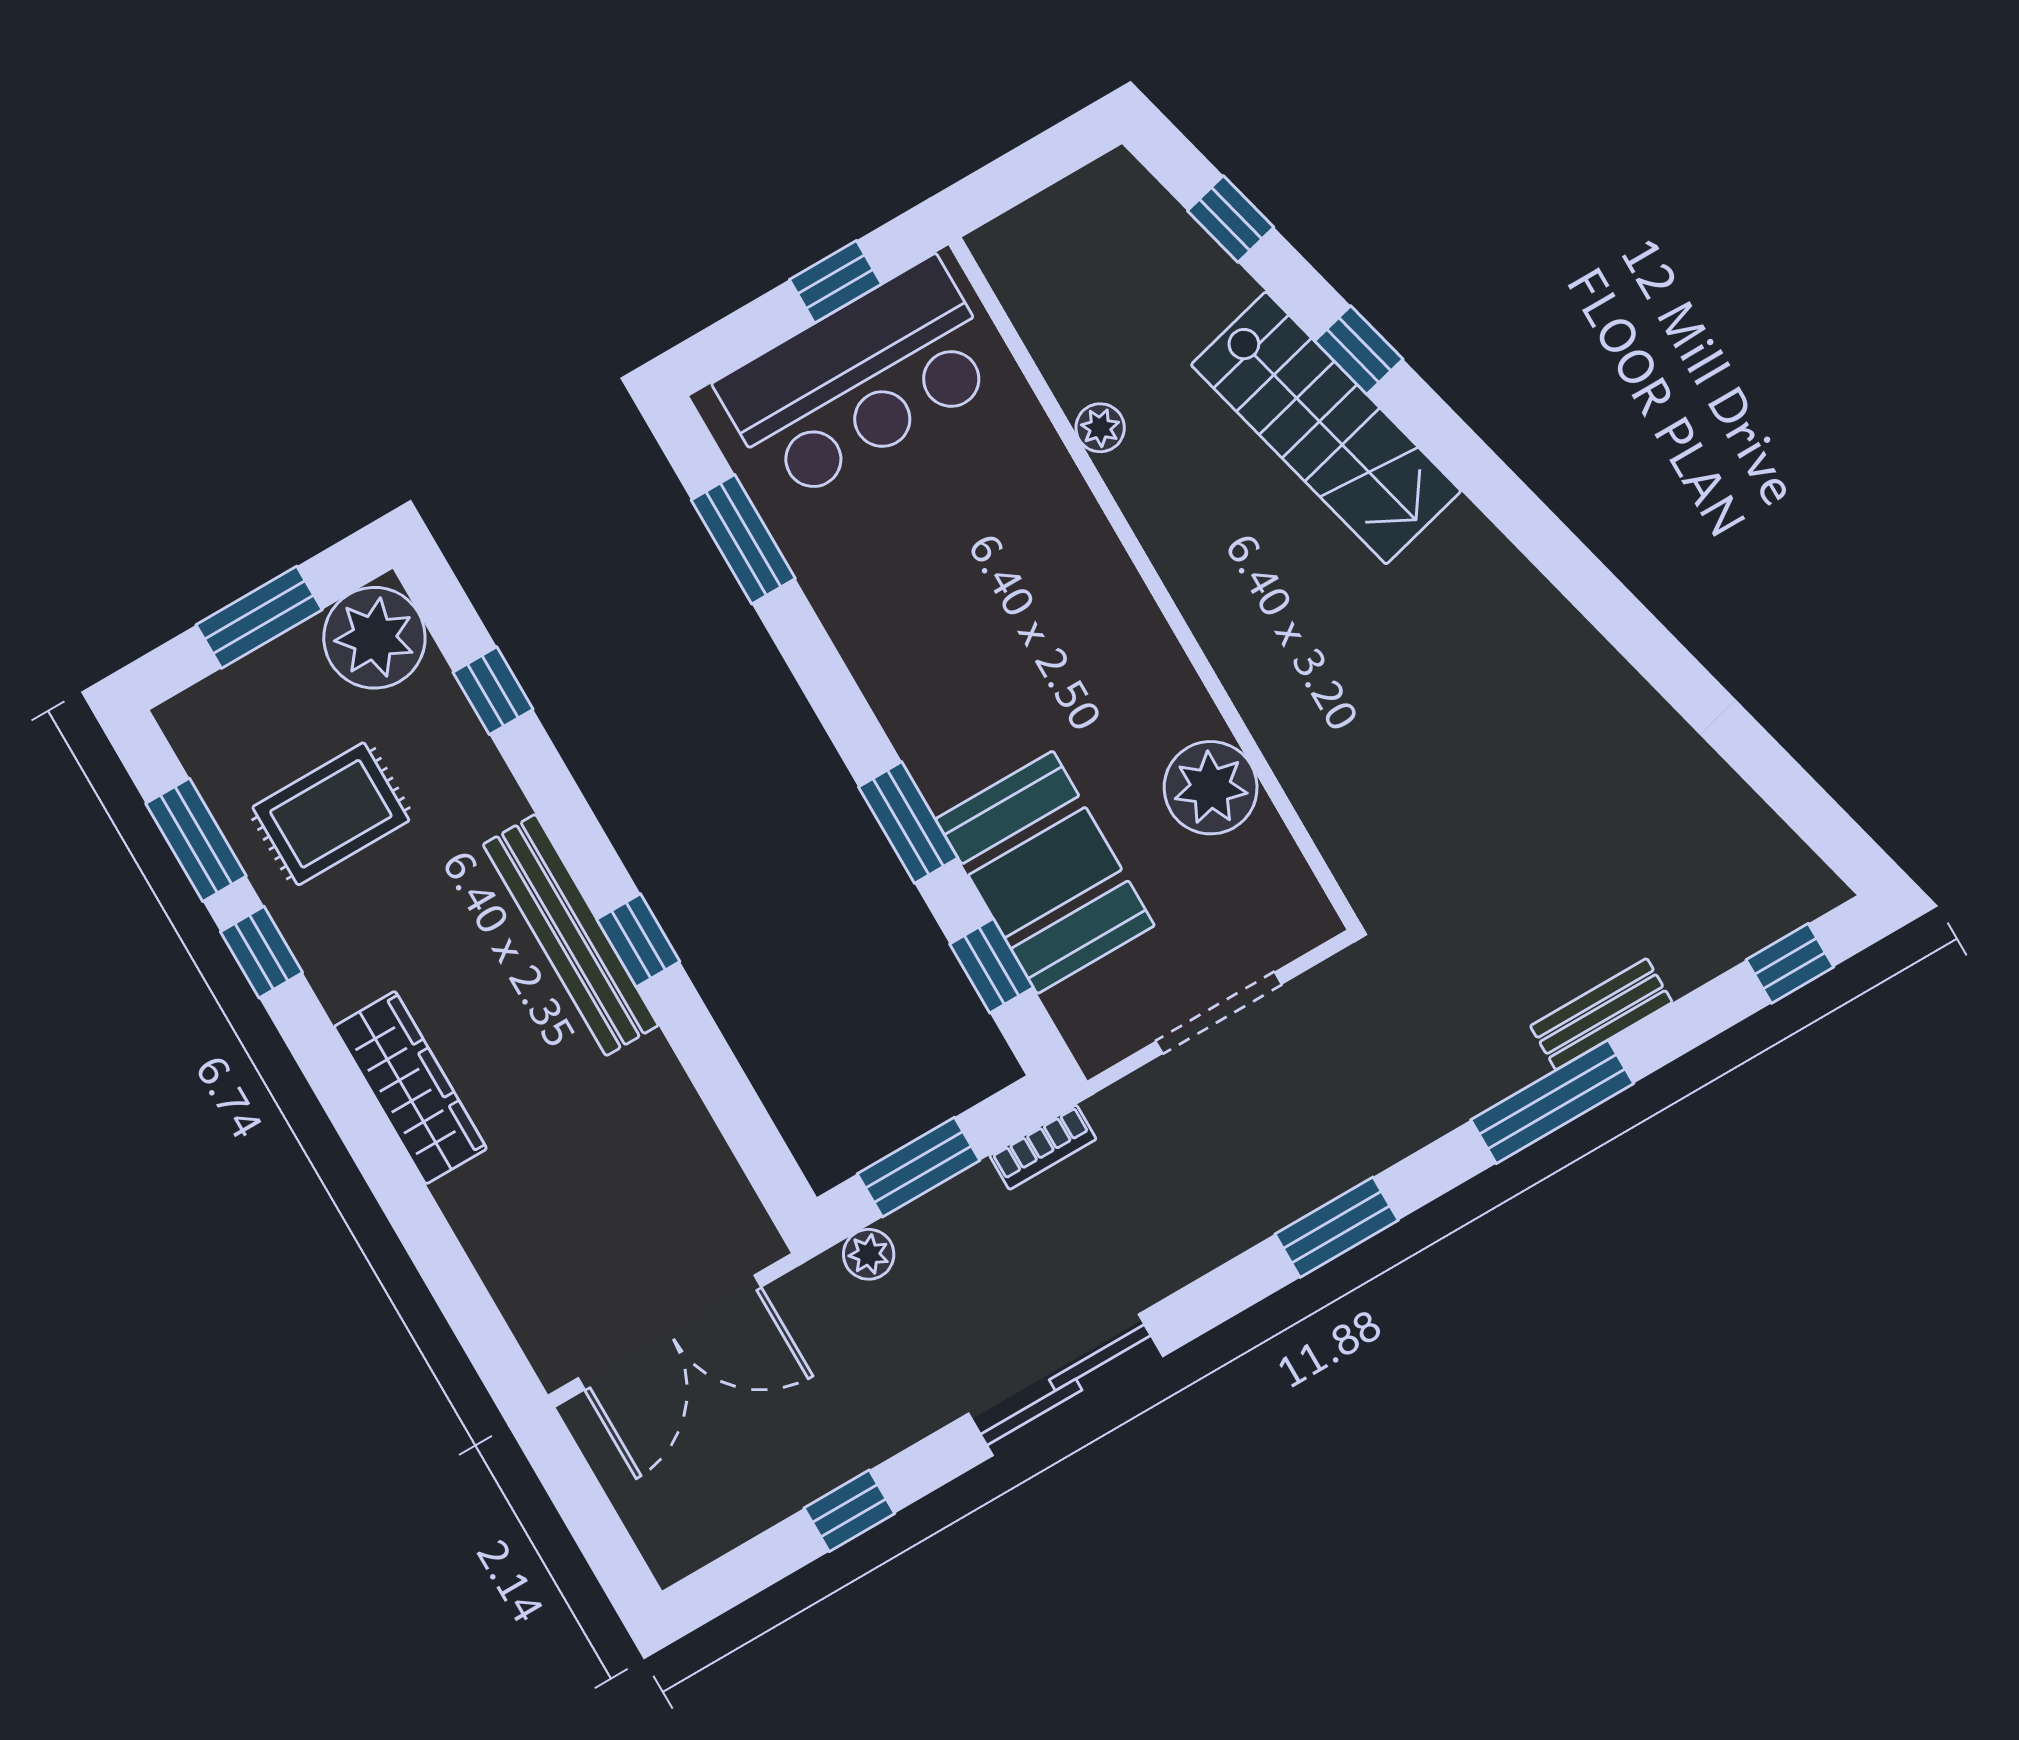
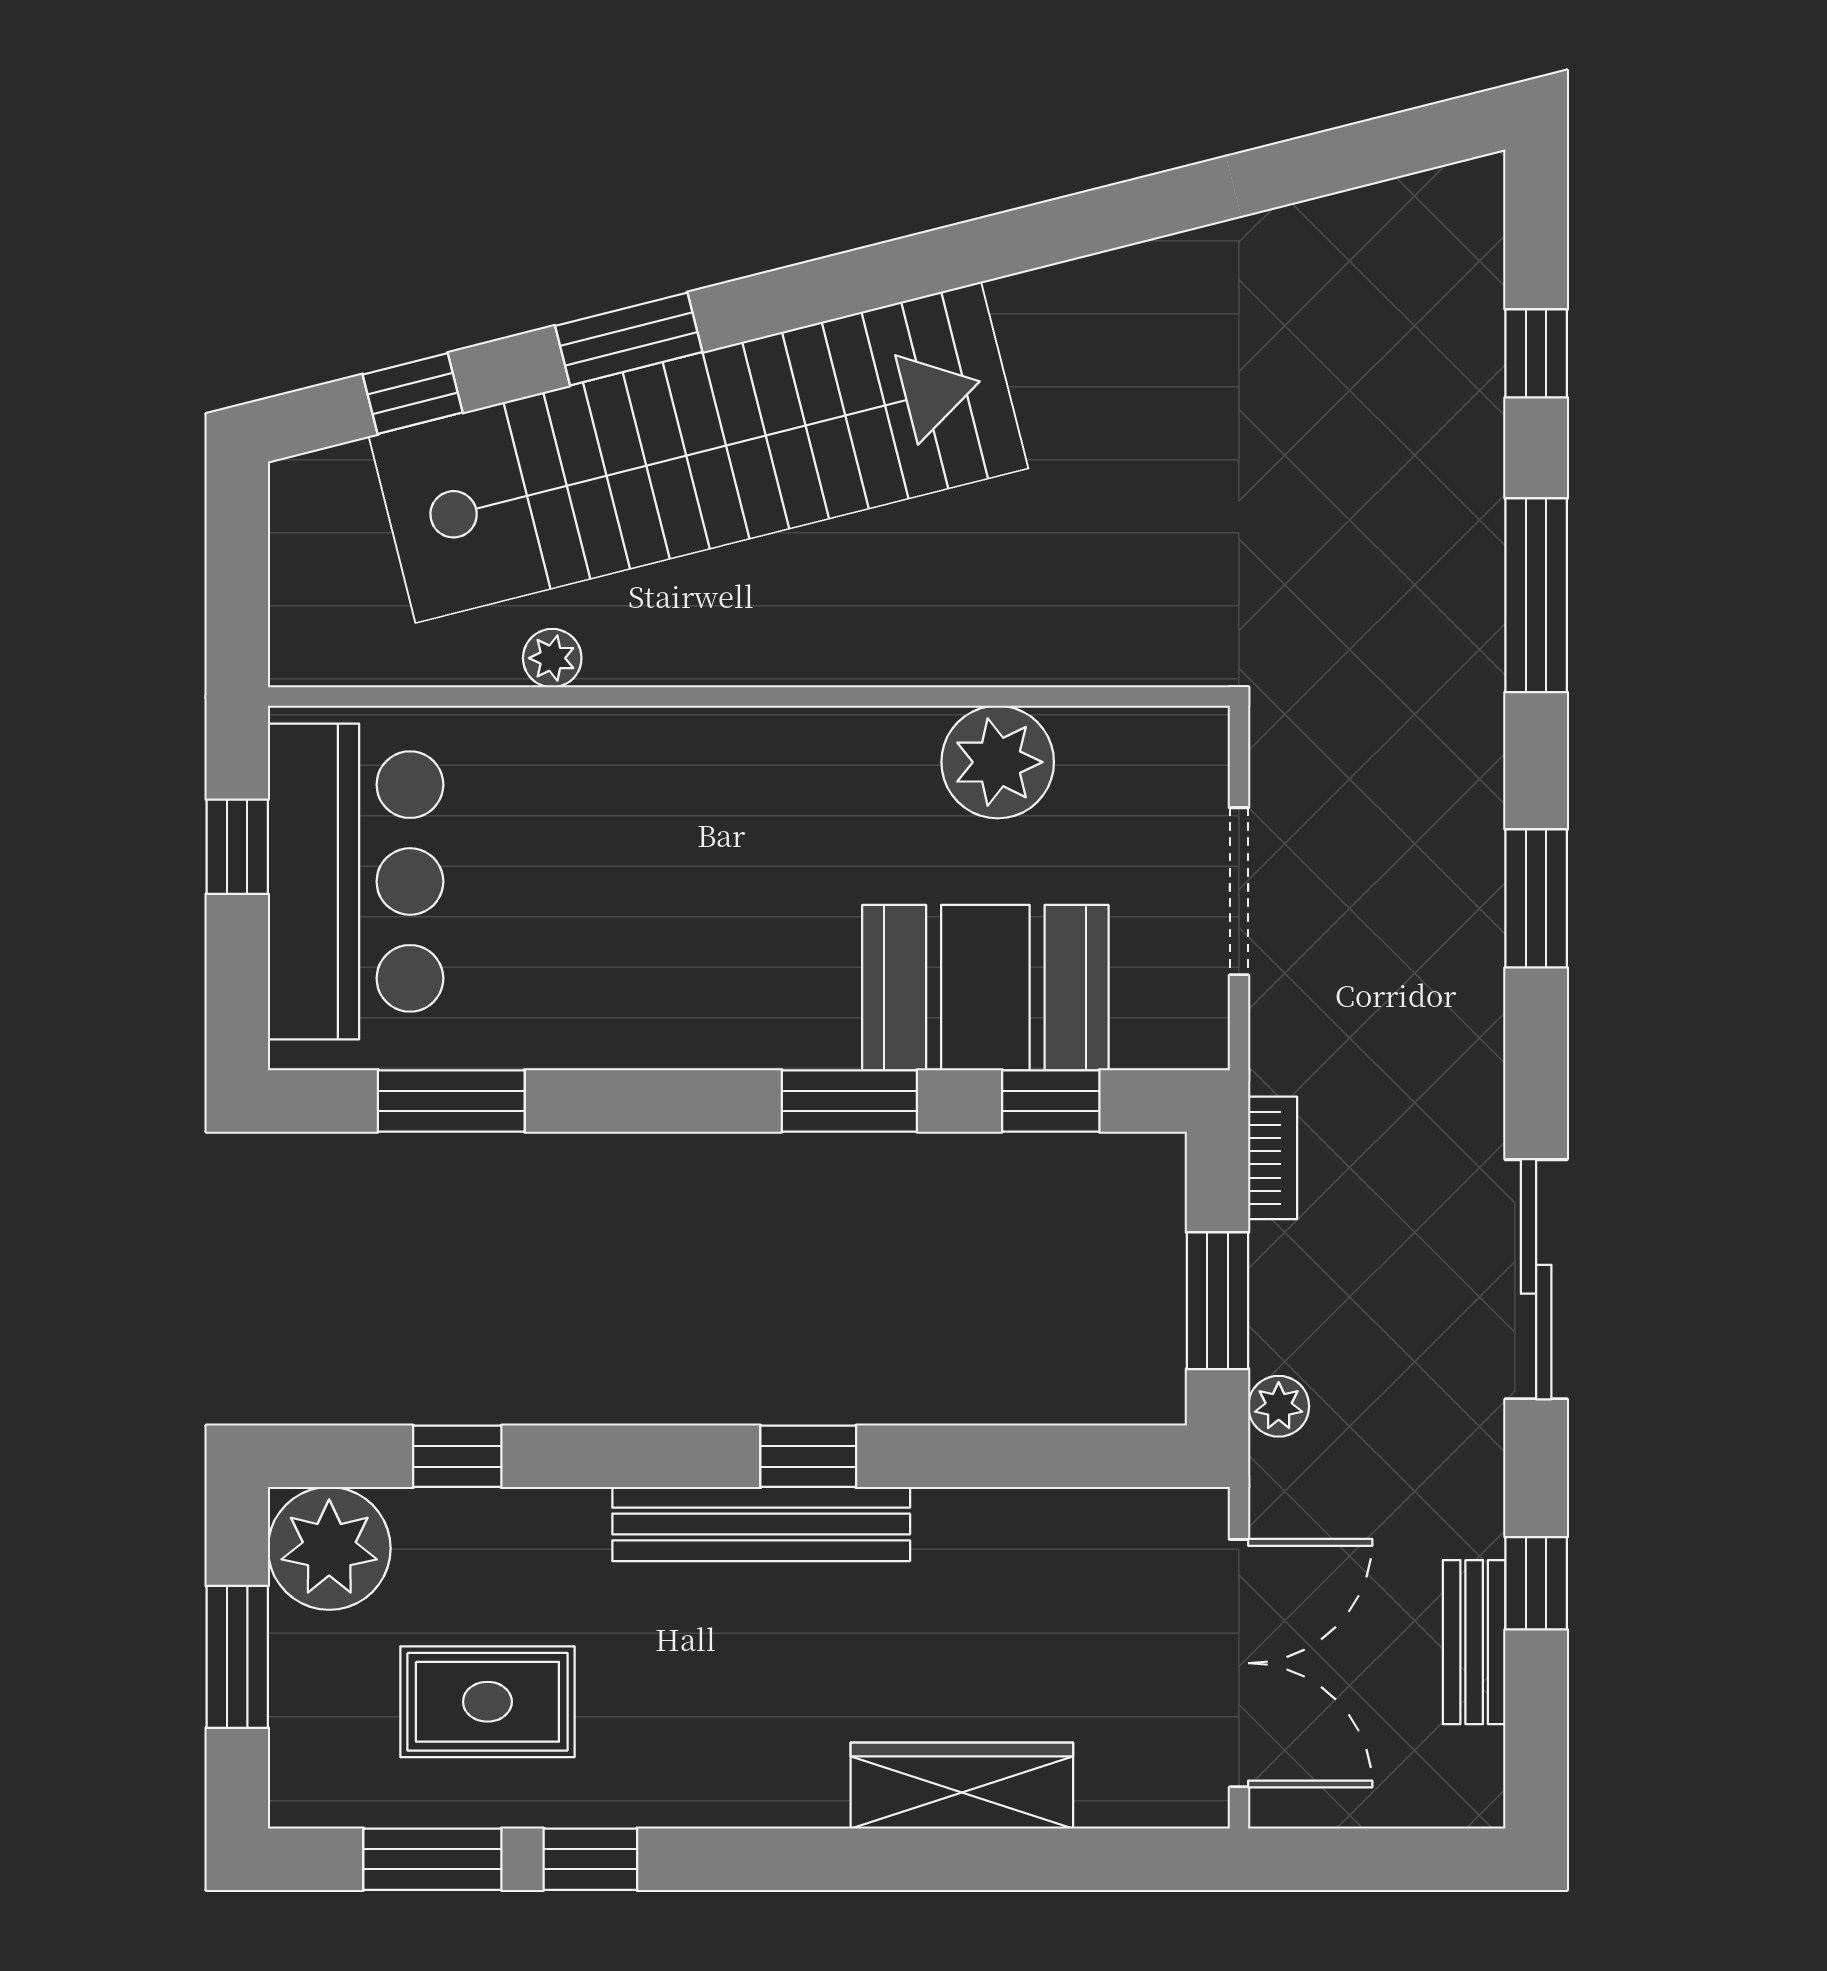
window: (1359, 350) -> (629, 339), width x1.50
stairs: (1326, 428) -> (698, 452), width x1.86, depth x1.51
rug: (331, 814) -> (487, 1702), turned 90
window: (1790, 963) -> (1536, 353), moved
bench: (1601, 1014) -> (1474, 1642), moved
wardrobe: (410, 1088) -> (962, 1786), moved

